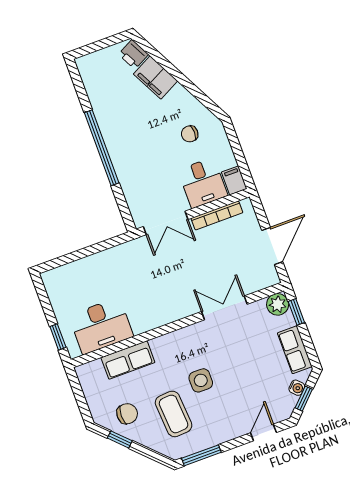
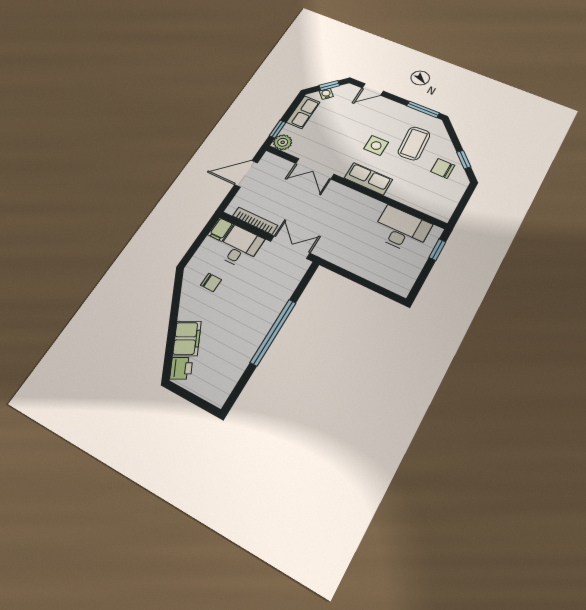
row of seats: (128, 360) -> (368, 179), moved

